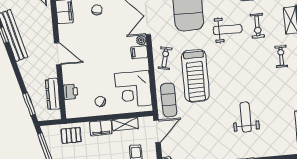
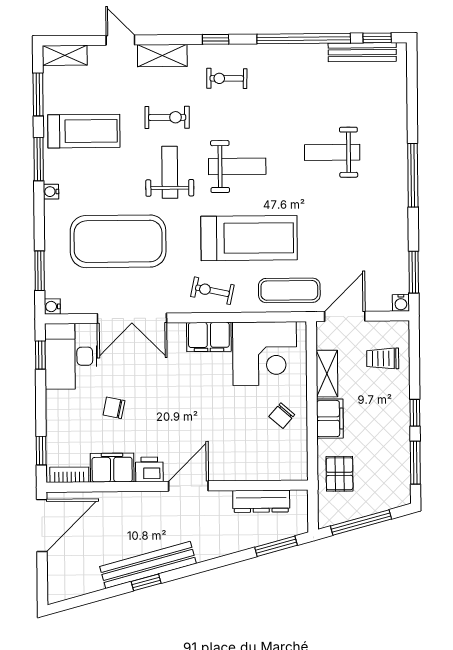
plant: (141, 40) -> (176, 332), removed
filing cabinet: (139, 52) -> (209, 337), width x2.00
weight bench: (234, 66) -> (237, 166), added
printer: (71, 92) -> (149, 469), moved
door: (157, 131) -> (345, 316), hinge flipped

